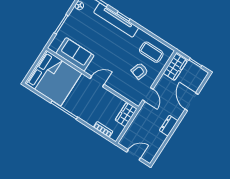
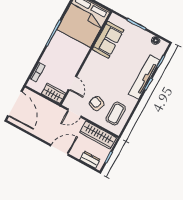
wardrobe: (175, 67) -> (98, 135), width x1.50
door: (97, 82) -> (72, 83), moved
door: (192, 102) -> (59, 150), moved
dresser: (169, 126) -> (90, 160), moved
door: (134, 155) -> (15, 104), width x1.87

